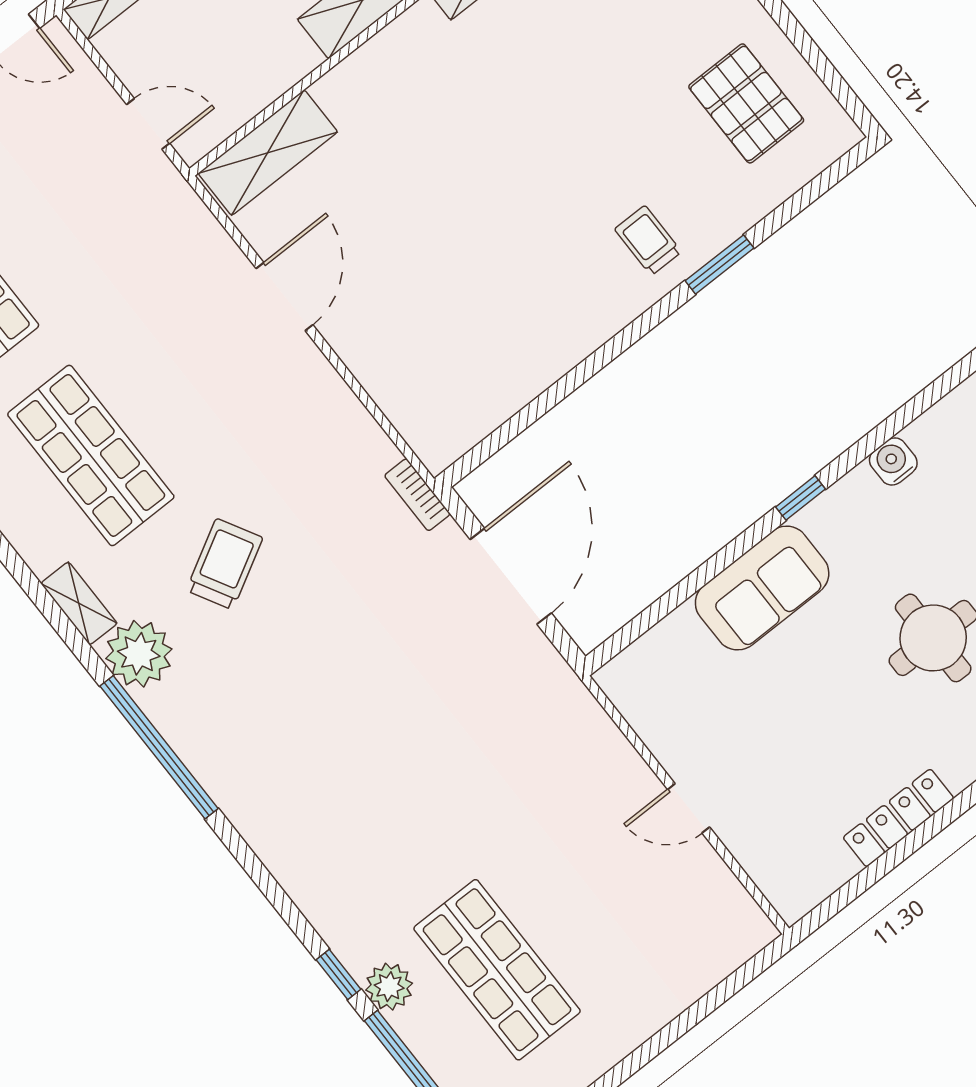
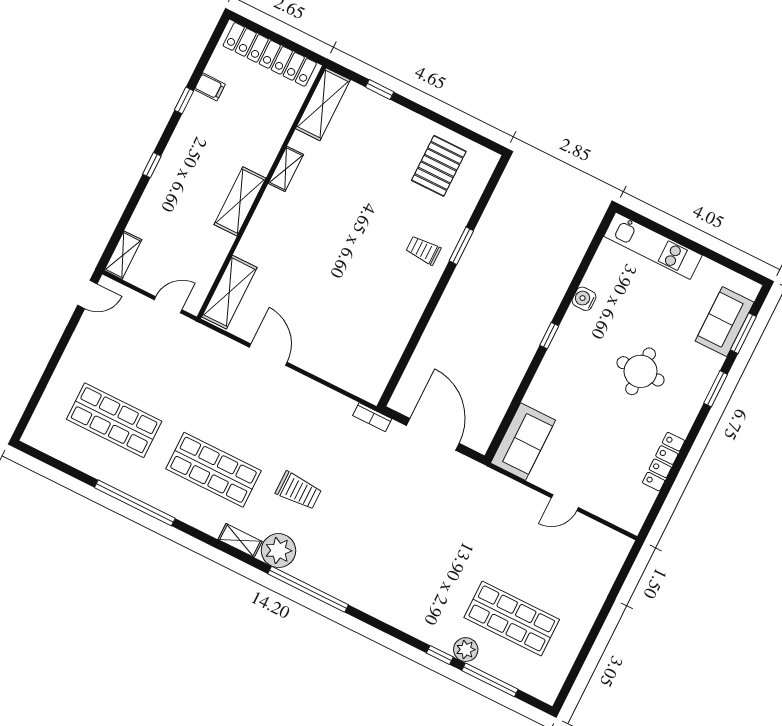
pallet: (746, 103) -> (439, 166), turned 90
trolley: (225, 564) -> (299, 491), turned 119
sofa: (762, 588) -> (523, 442), moved

